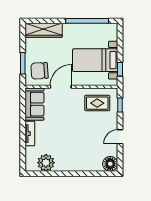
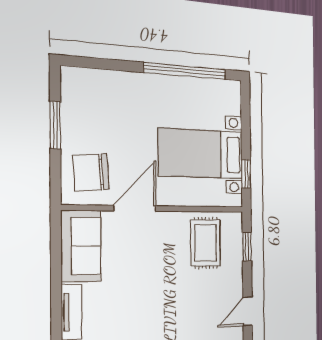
wardrobe: (44, 30) -> (99, 84), removed
window: (23, 63) -> (55, 125), moved
rug: (97, 103) -> (206, 243), turned 90

